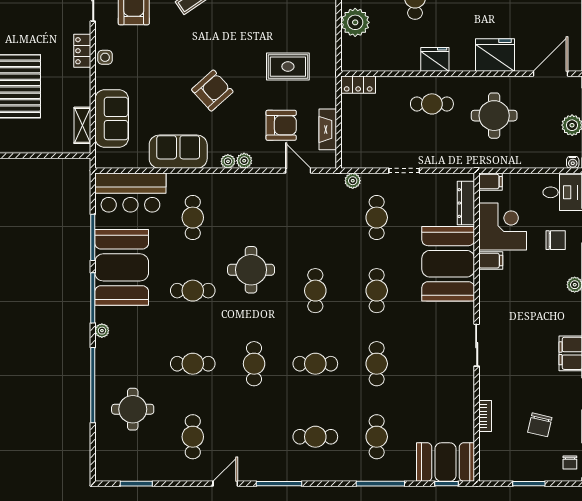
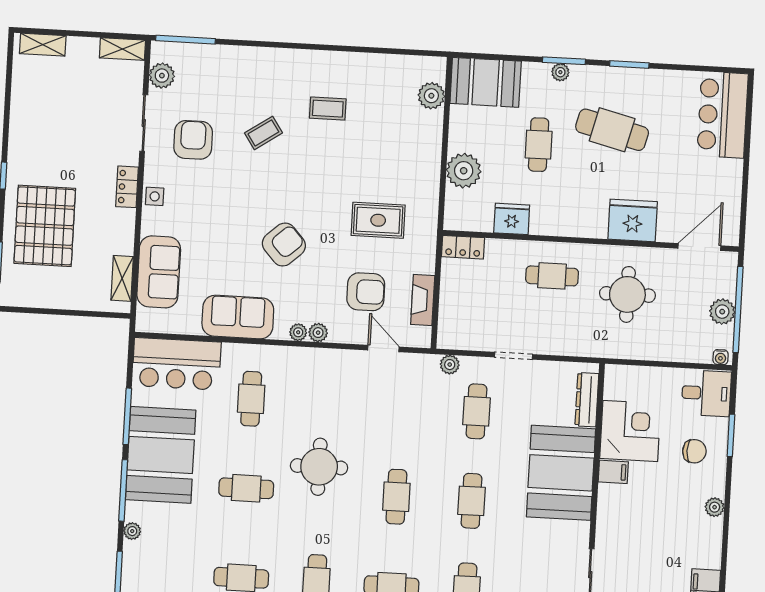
fridge: (435, 59) -> (512, 219), moved
filing cabinet: (491, 182) -> (619, 375), removed

